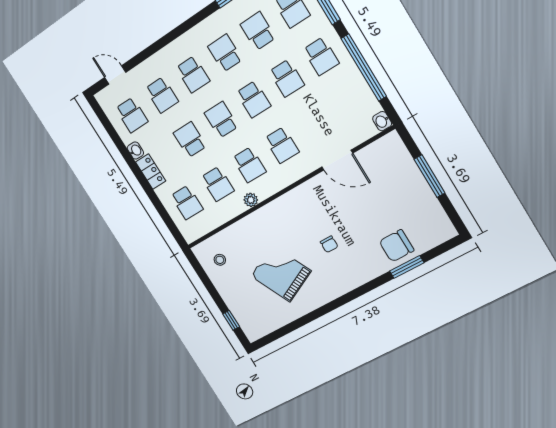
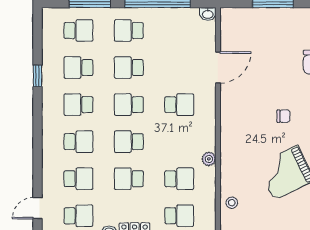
school desk: (321, 56) -> (129, 31), turned 180
school desk: (287, 78) -> (129, 68), turned 180
school desk: (254, 99) -> (129, 105), turned 180
school desk: (249, 165) -> (179, 142), removed
stool: (220, 260) -> (232, 203), moved

